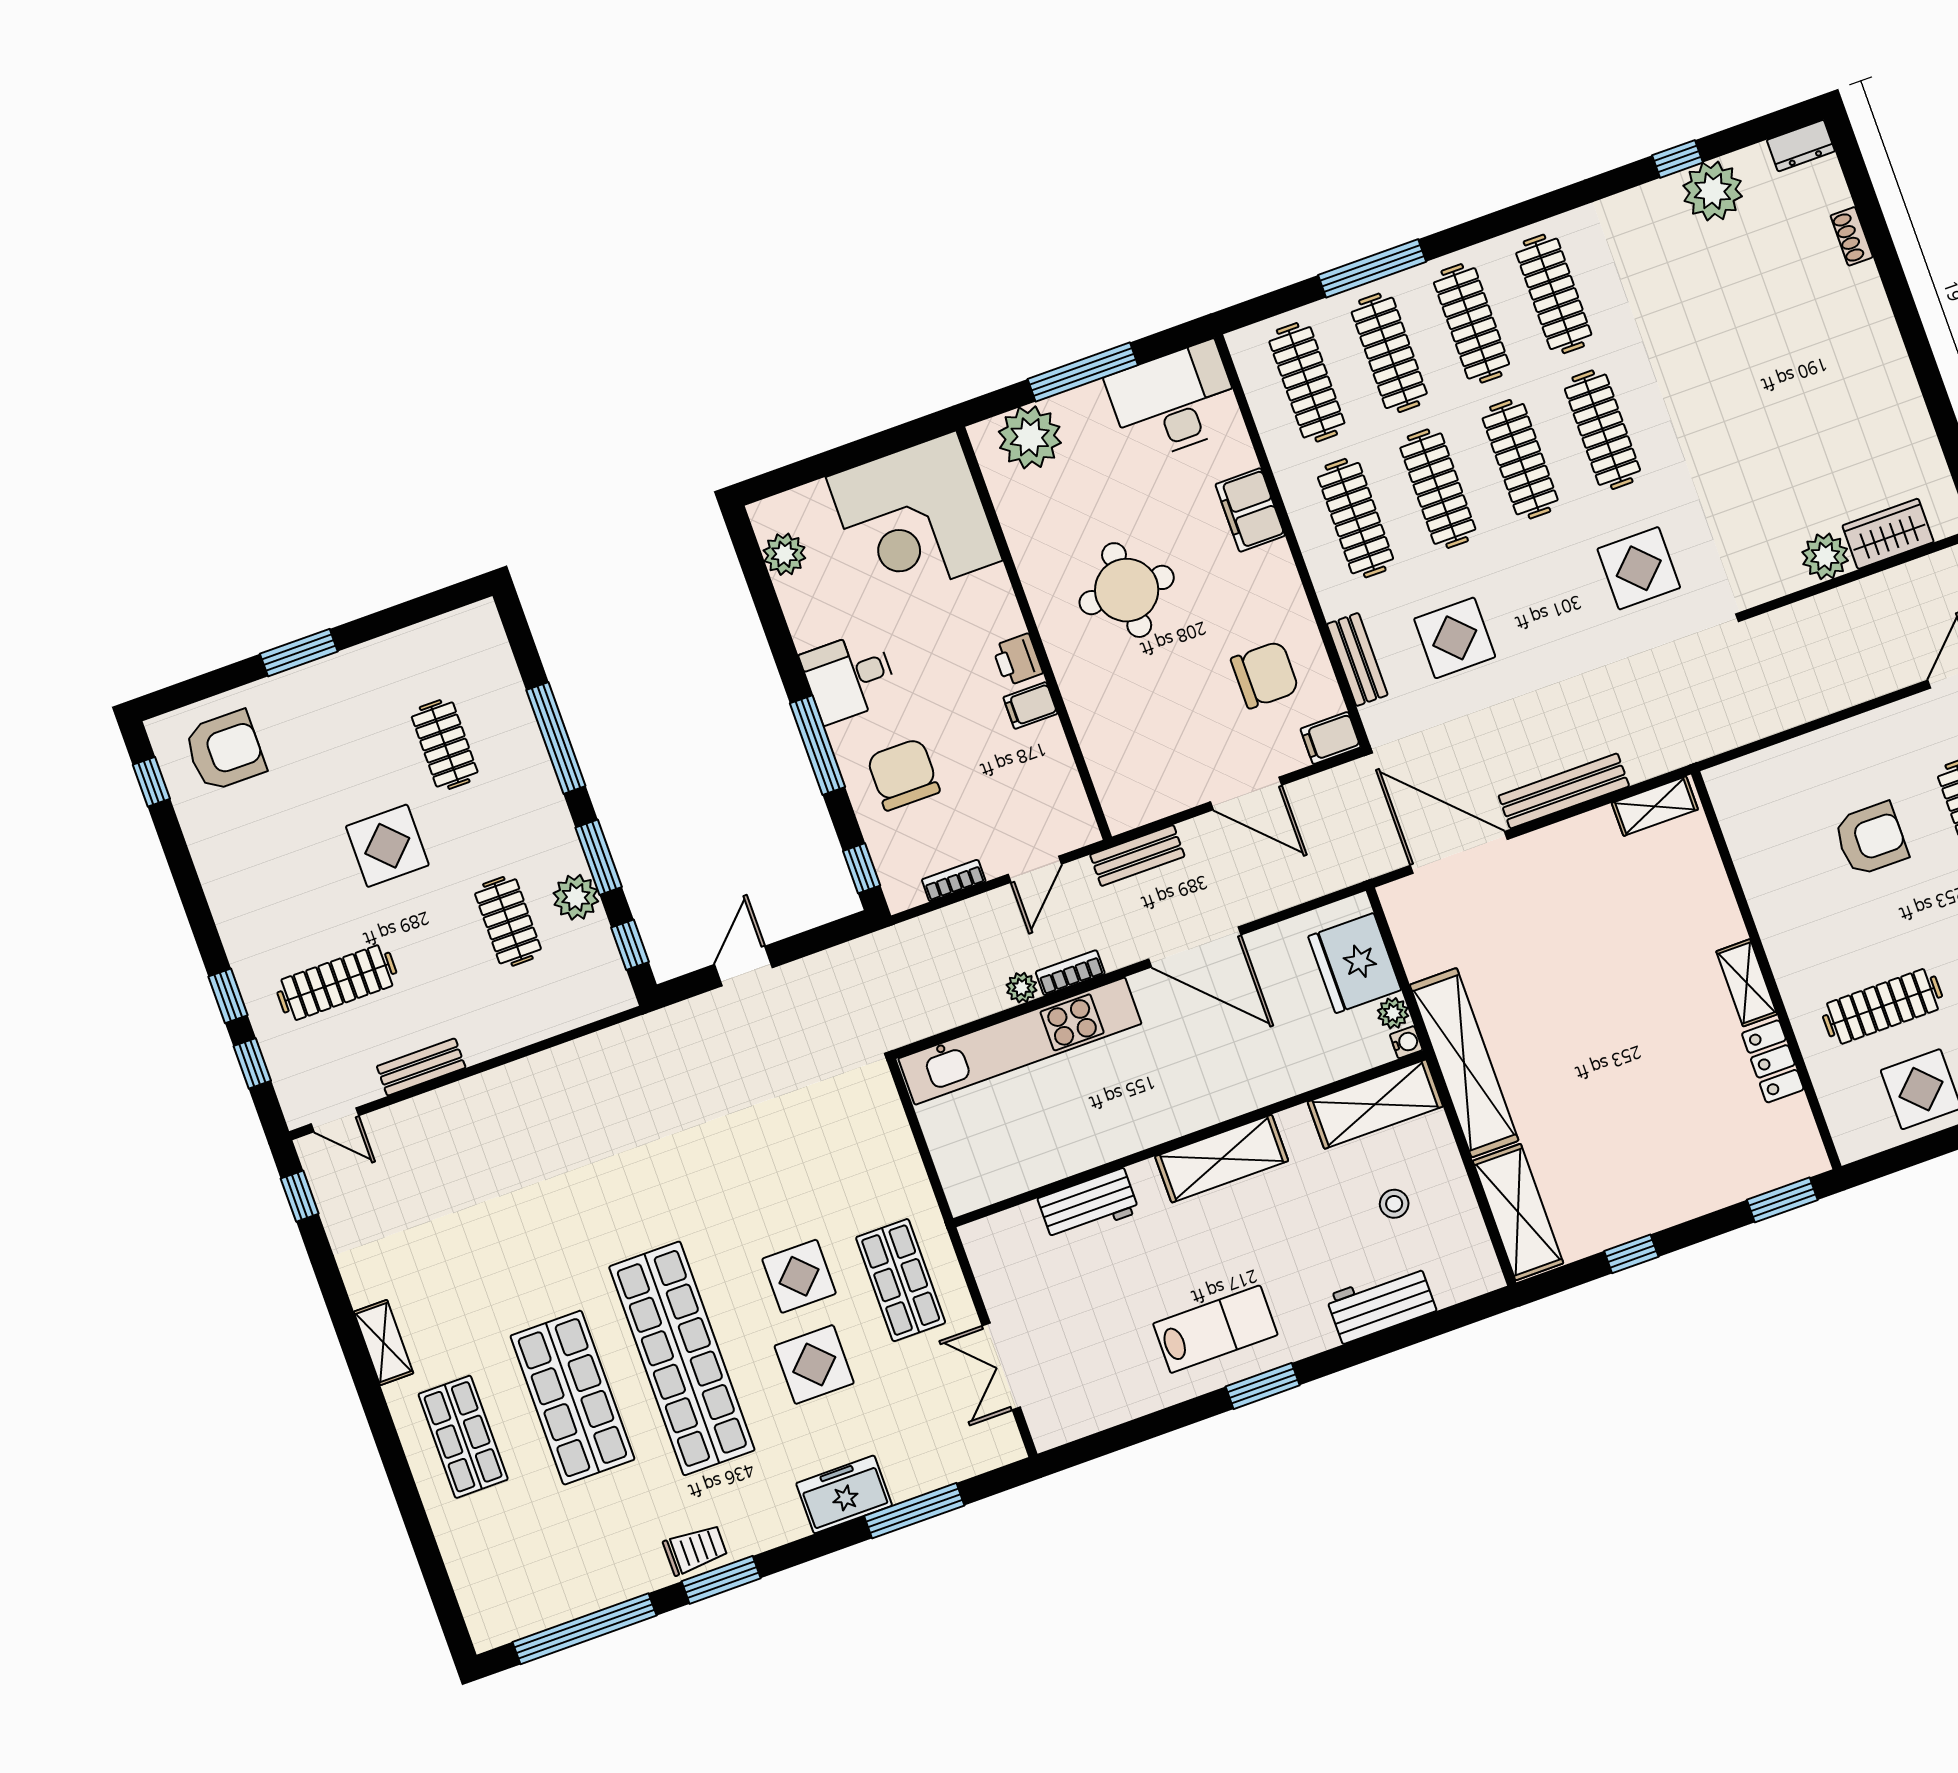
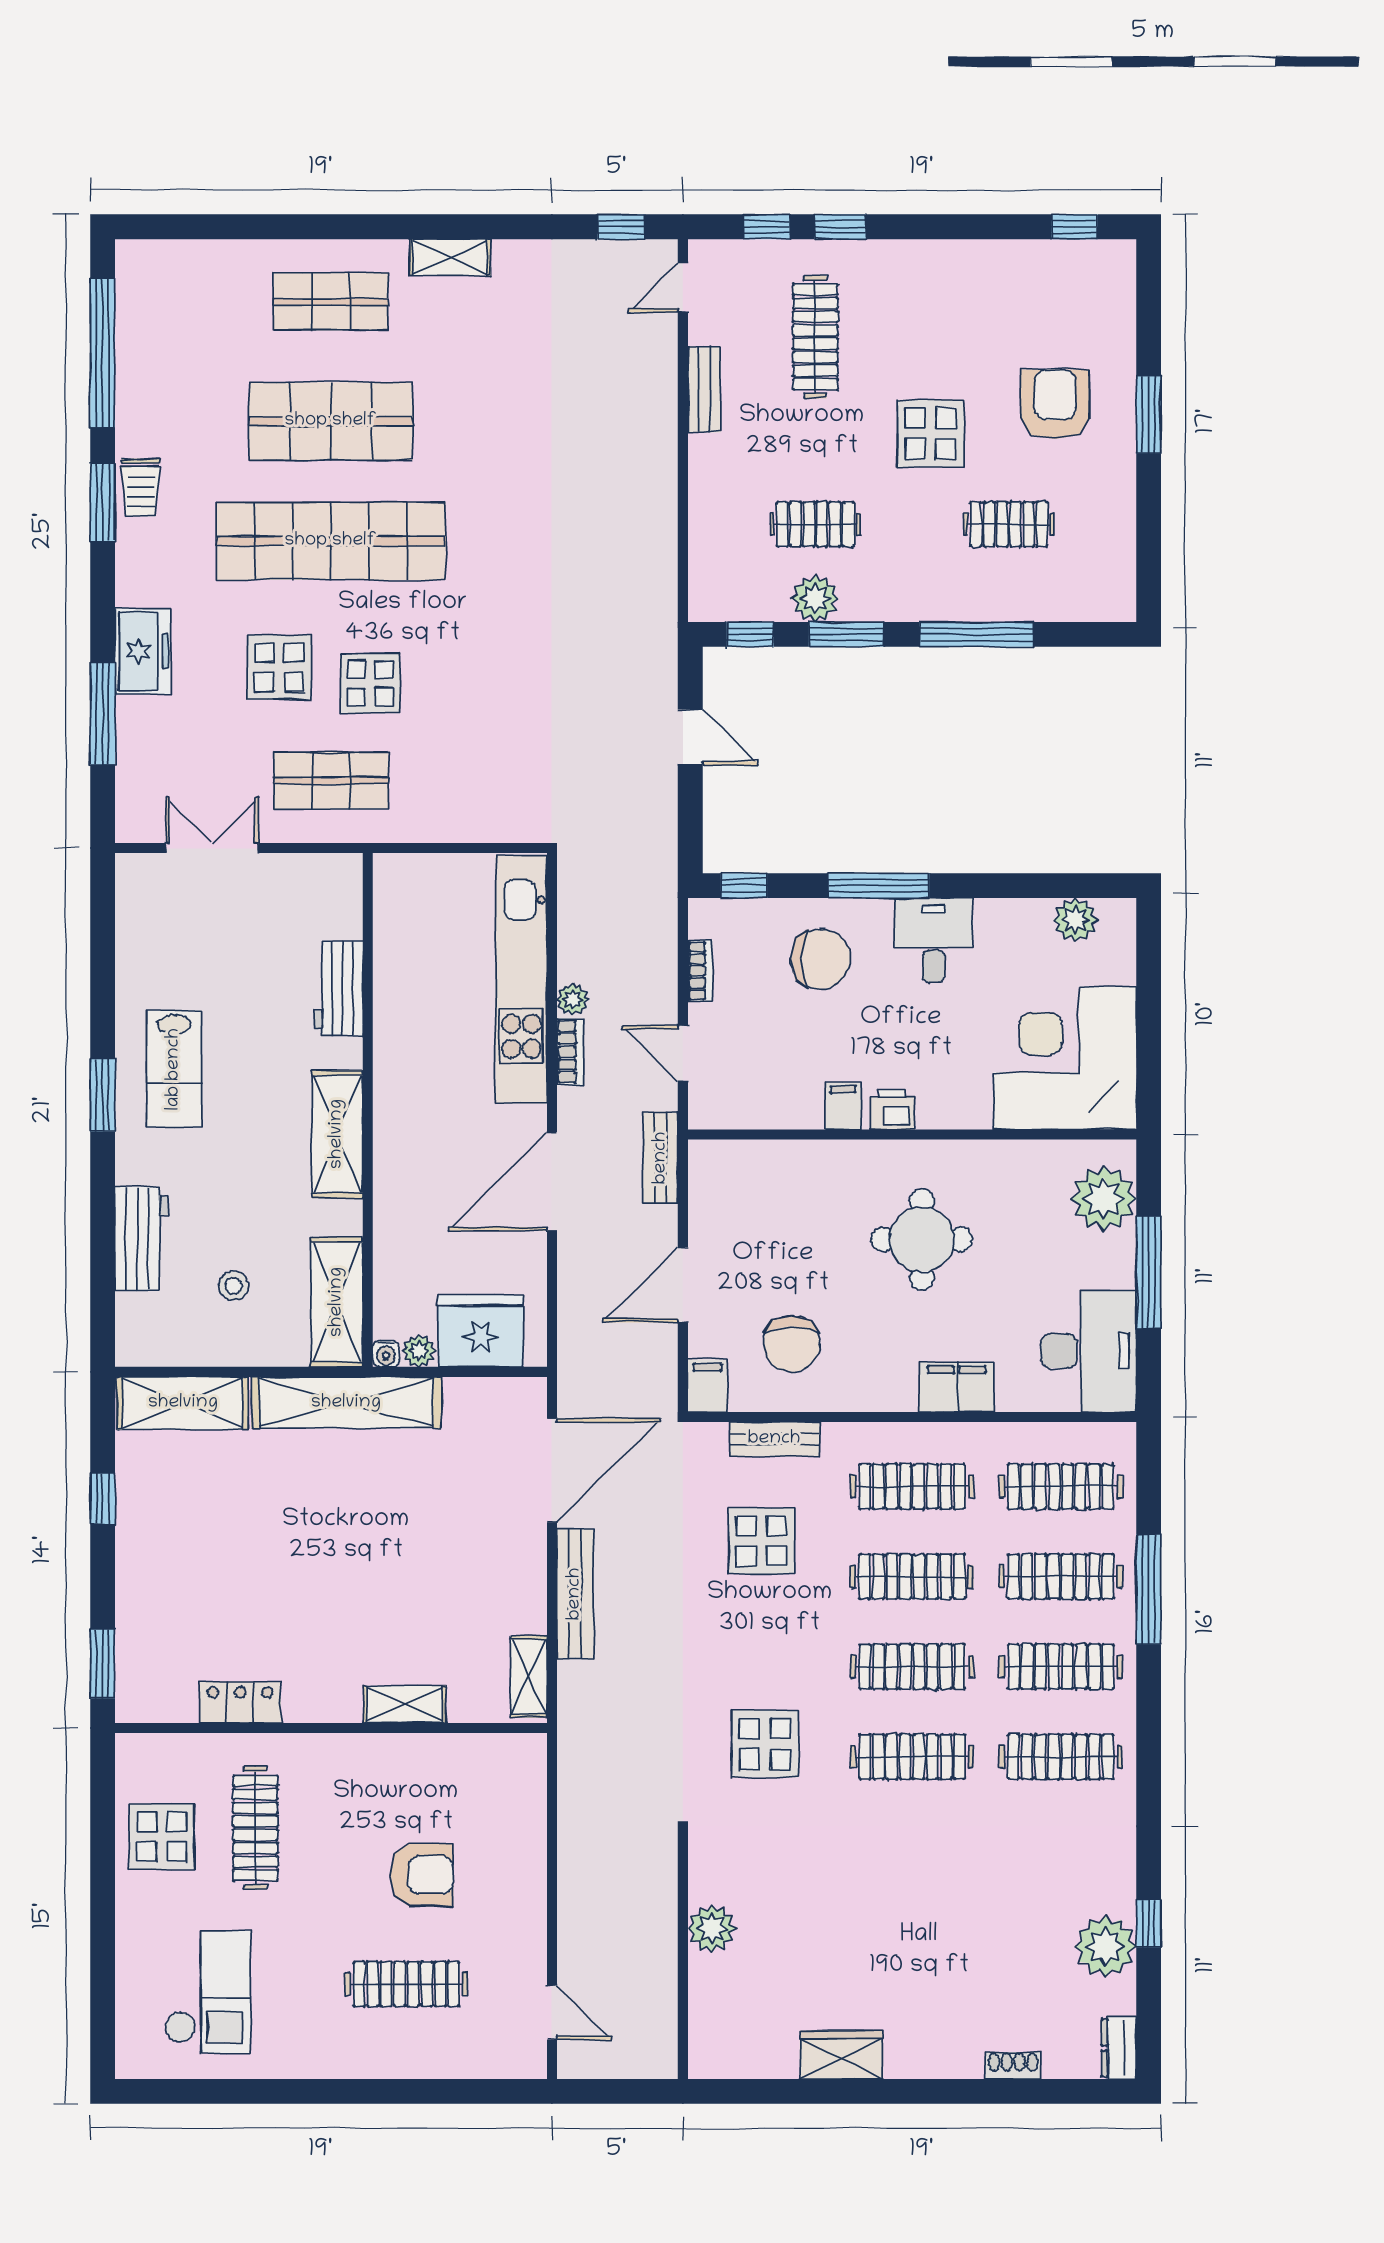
wardrobe: (1888, 534) -> (841, 2055), moved, turned -90
armchair: (225, 751) -> (1055, 404), moved, turned 180
armchair: (1871, 839) -> (422, 1875), turned -90
shelving: (1747, 983) -> (405, 1704), moved

